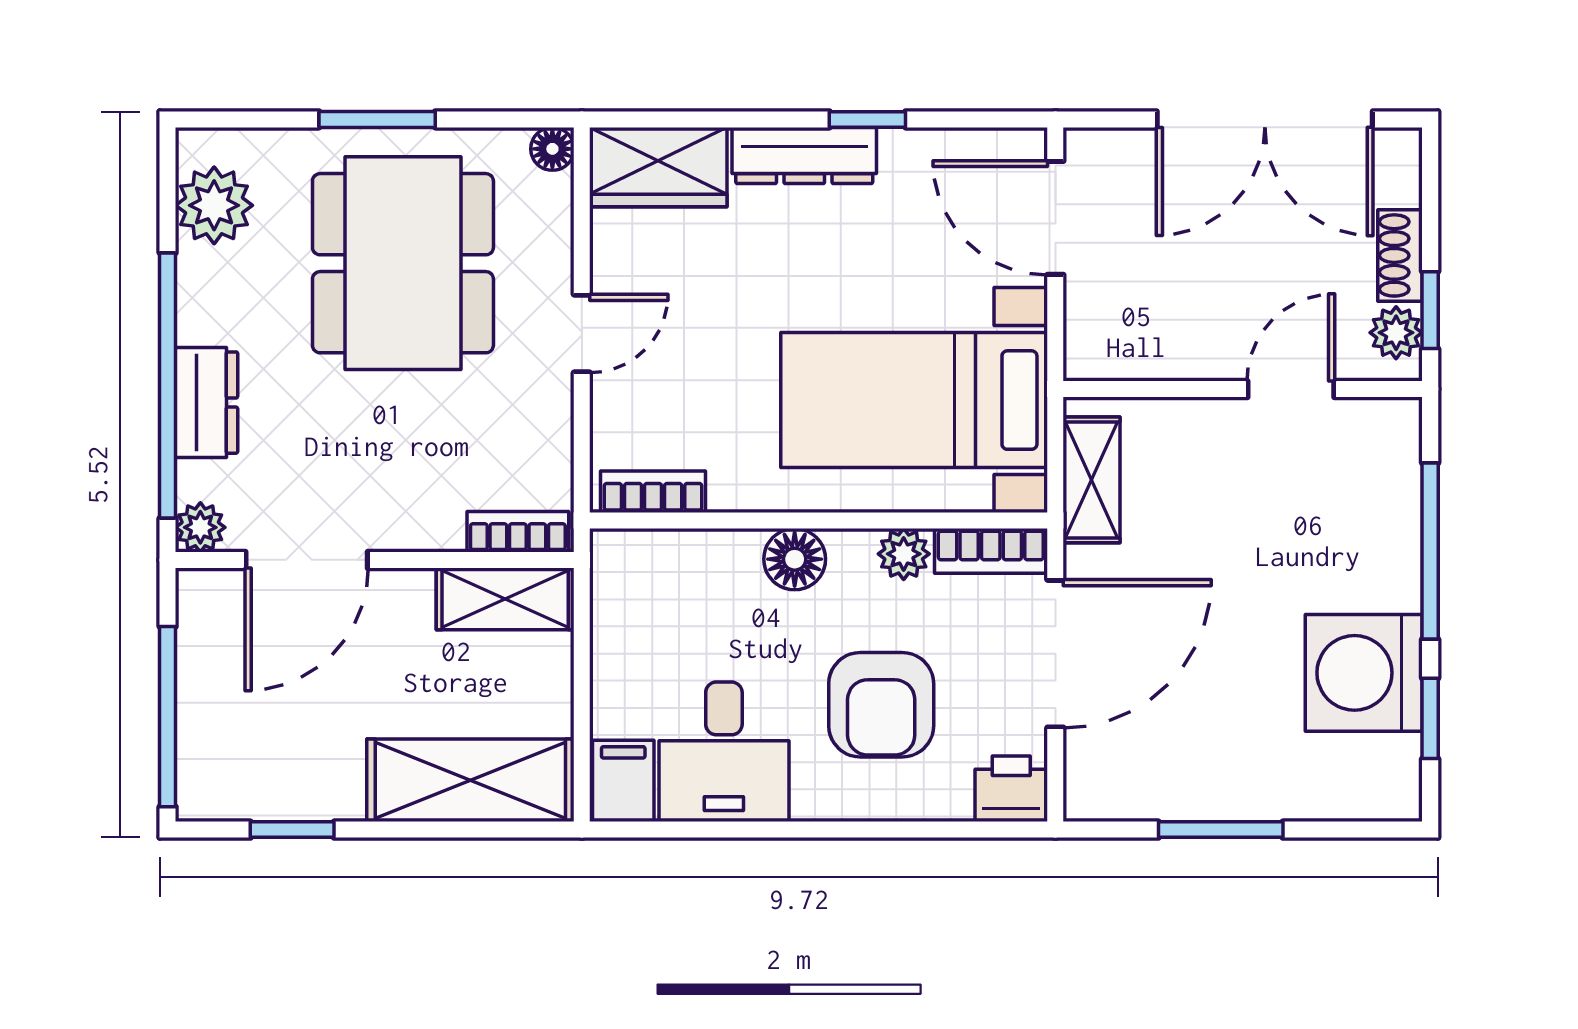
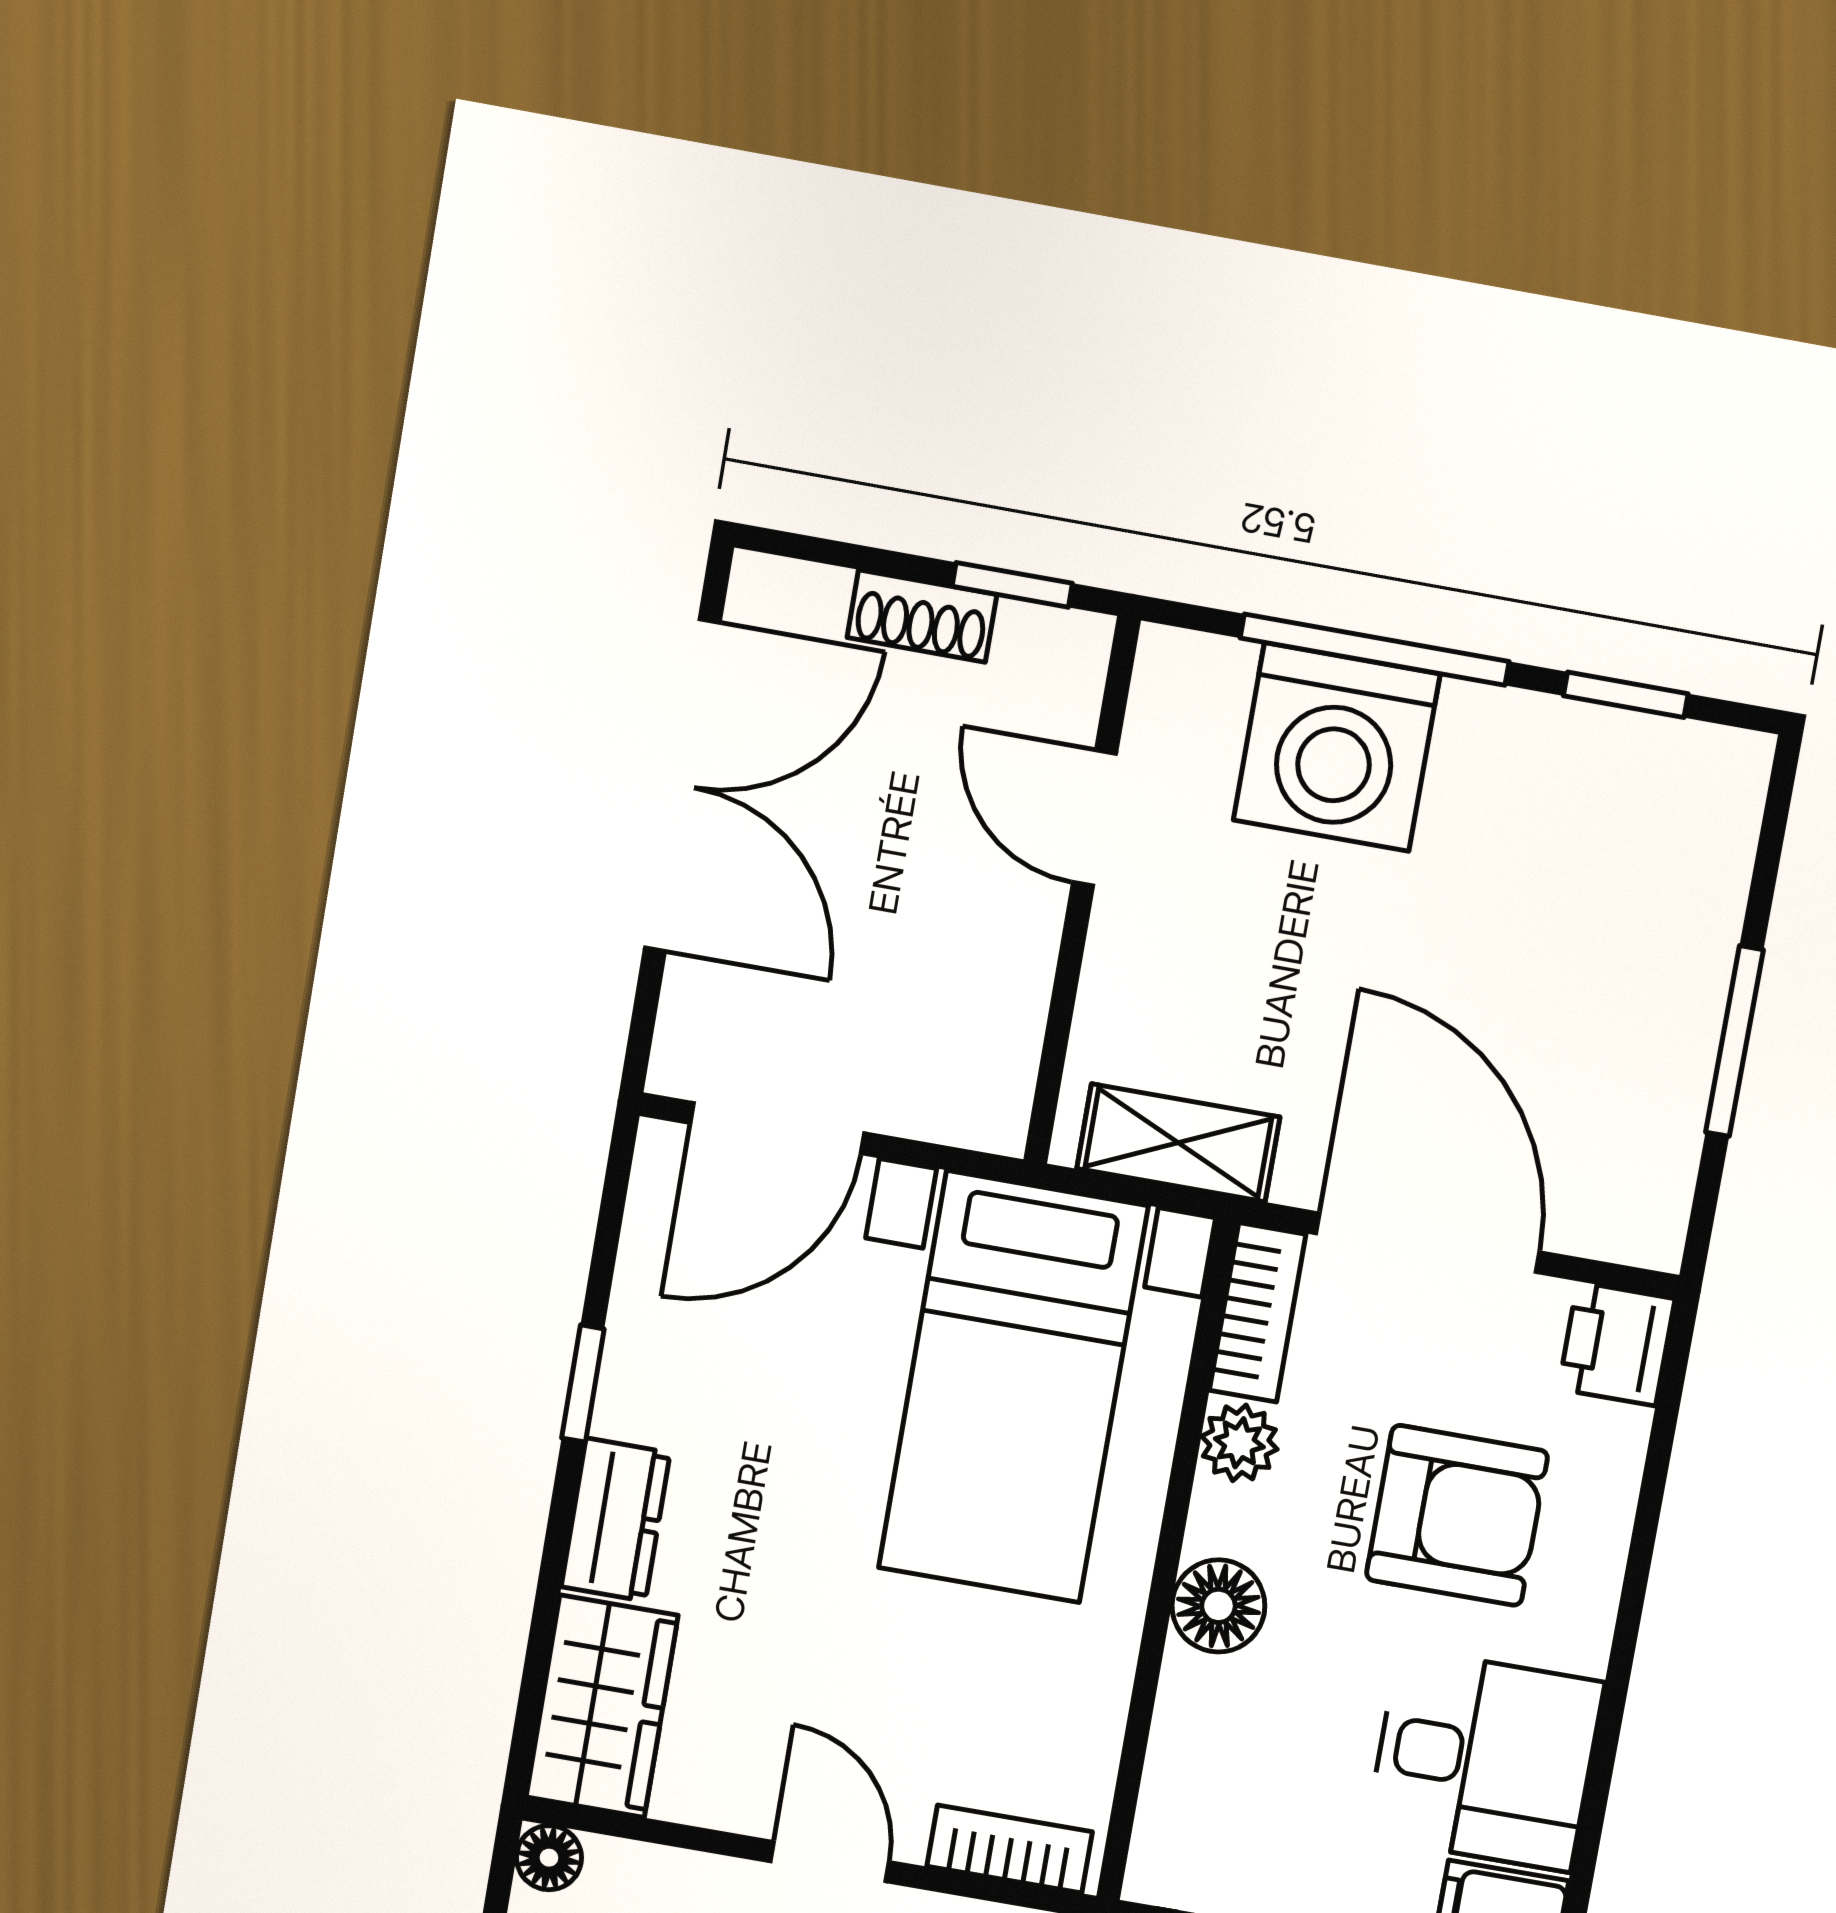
dresser: (804, 156) -> (616, 1520), width x0.70
plant: (1396, 333) -> (1037, 643), removed
bookcase: (653, 492) -> (1010, 1849), moved, turned 90
washing machine: (1364, 673) -> (1337, 747), moved

